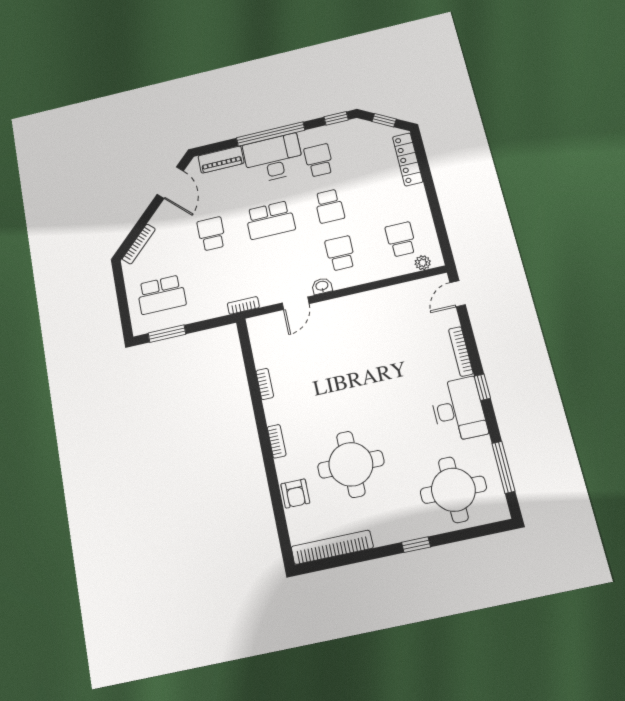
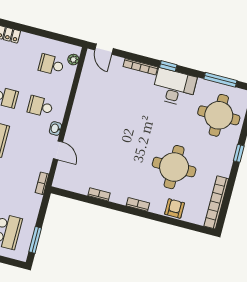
armchair: (295, 493) -> (175, 208), turned -90

